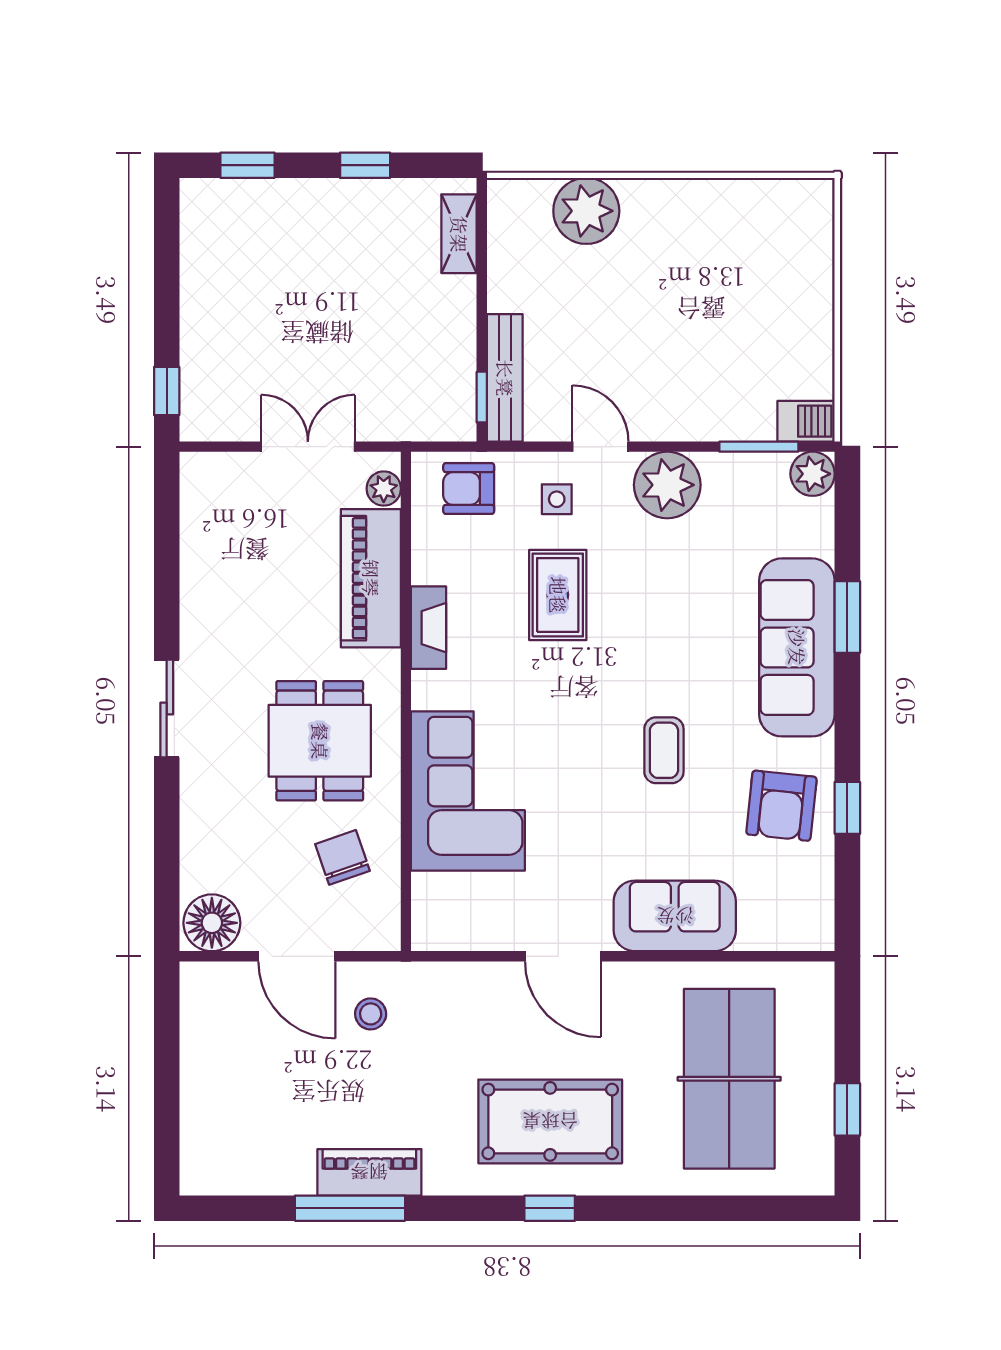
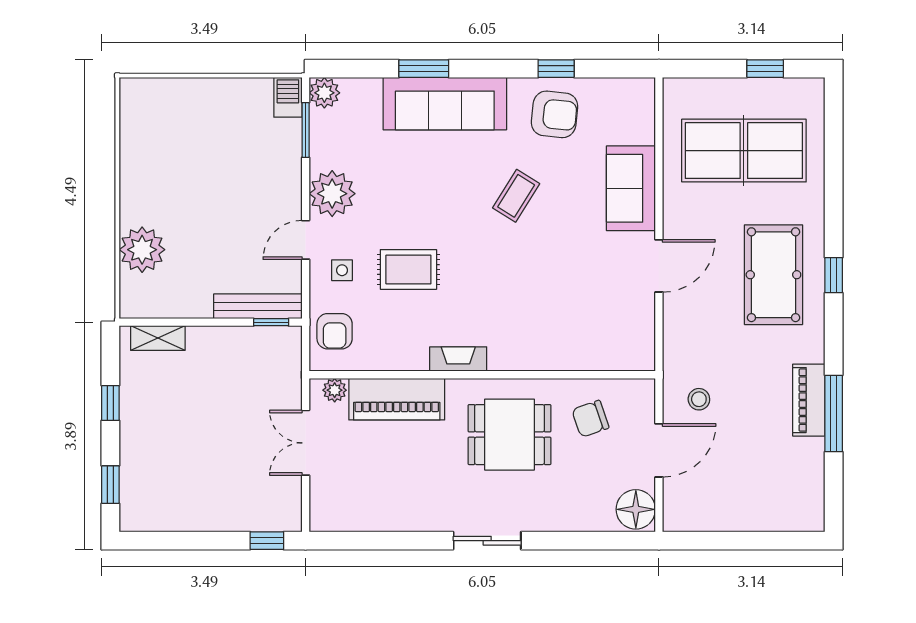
fireplace: (429, 628) -> (458, 359), moved
coffee table: (664, 750) -> (516, 196), turned -58
corner sofa: (468, 791) -> (544, 332), removed

